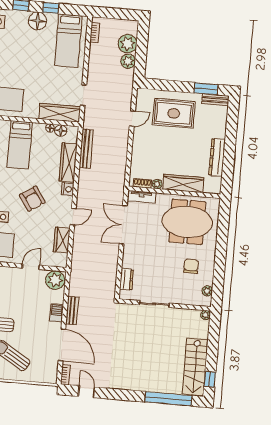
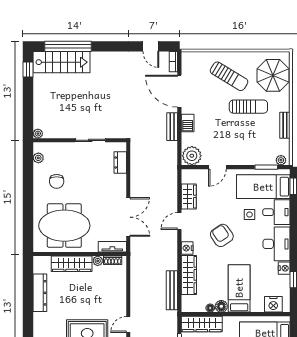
floor lamp: (61, 131) -> (221, 306), moved
stairs: (195, 367) -> (61, 62), moved, turned 90

